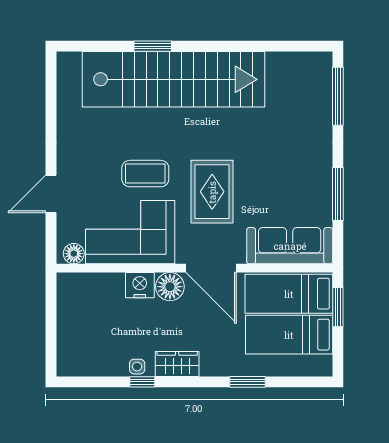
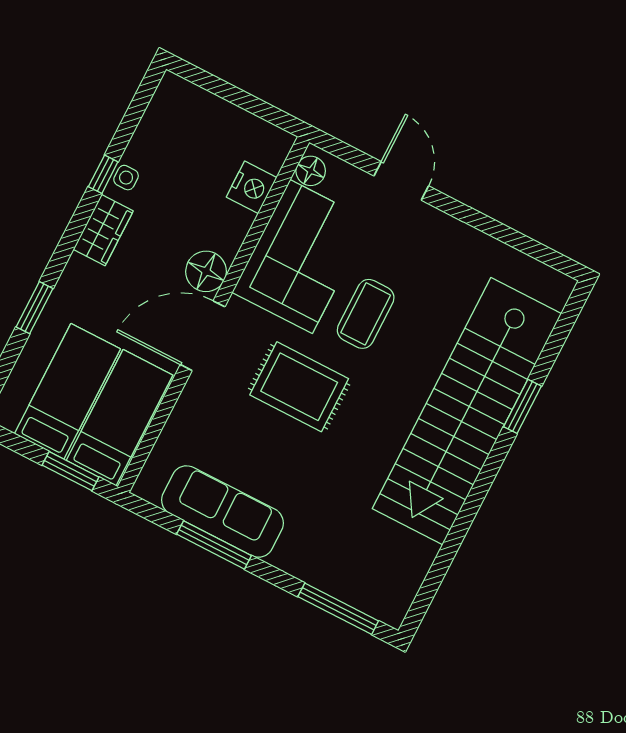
sofa: (290, 246) -> (222, 512), moved, turned -90
nightstand: (140, 285) -> (252, 187), moved

